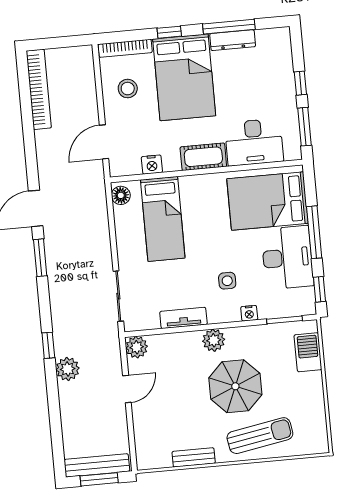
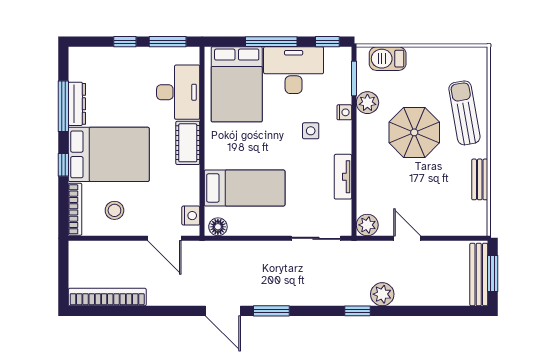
nightstand: (152, 165) -> (191, 216), moved
plant: (214, 340) -> (367, 103), moved

